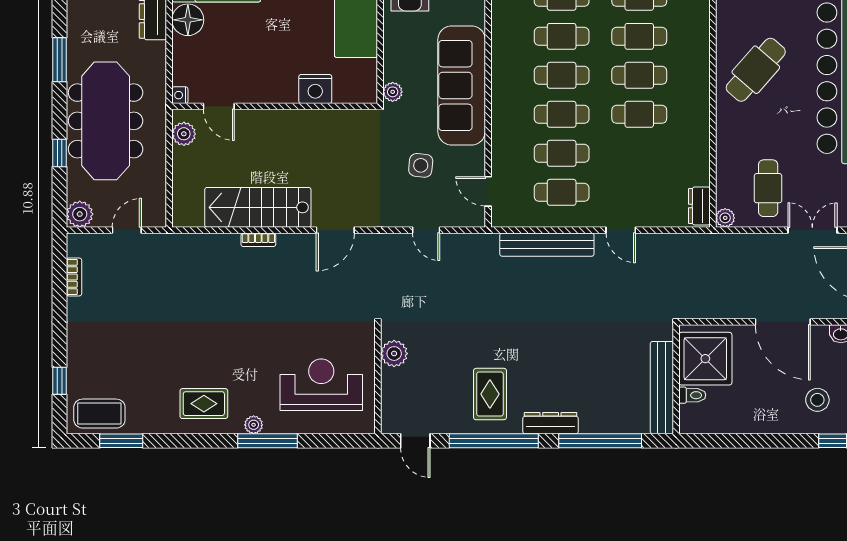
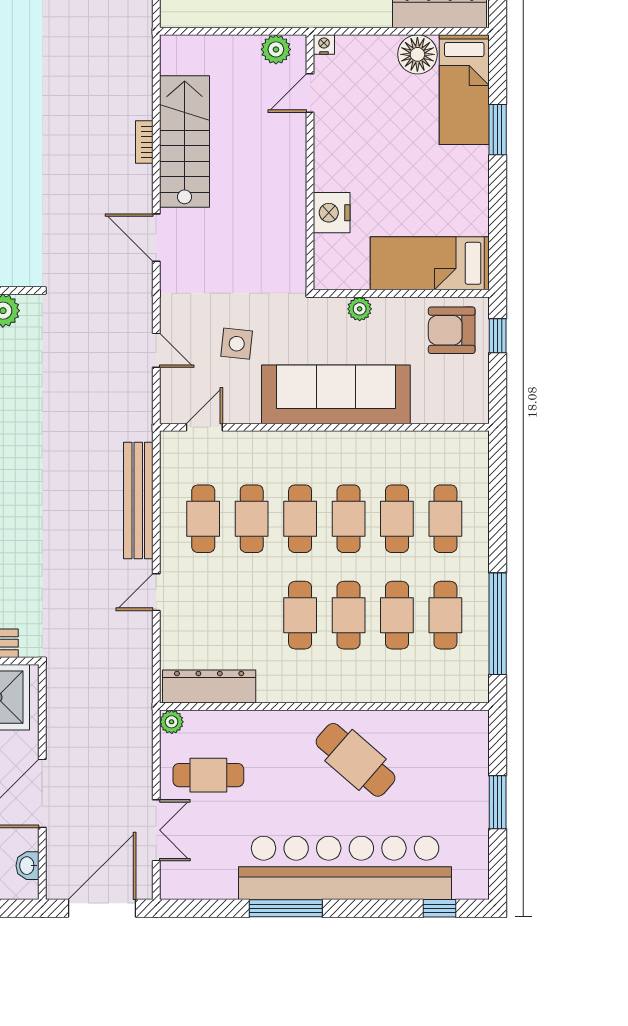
plant: (393, 92) -> (360, 309), moved
dresser: (699, 206) -> (209, 687), width x1.96, depth x1.24
door: (426, 230) -> (156, 350), swing flipped

